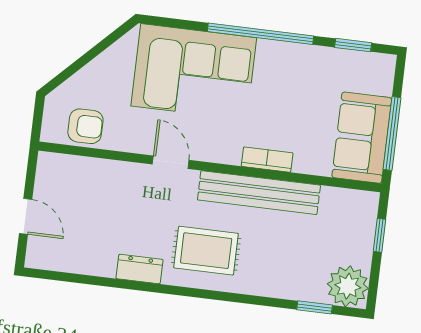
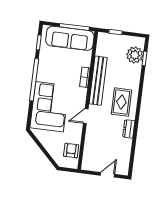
sofa: (362, 138) -> (70, 38), width x1.36
plant: (348, 286) -> (135, 55), moved

